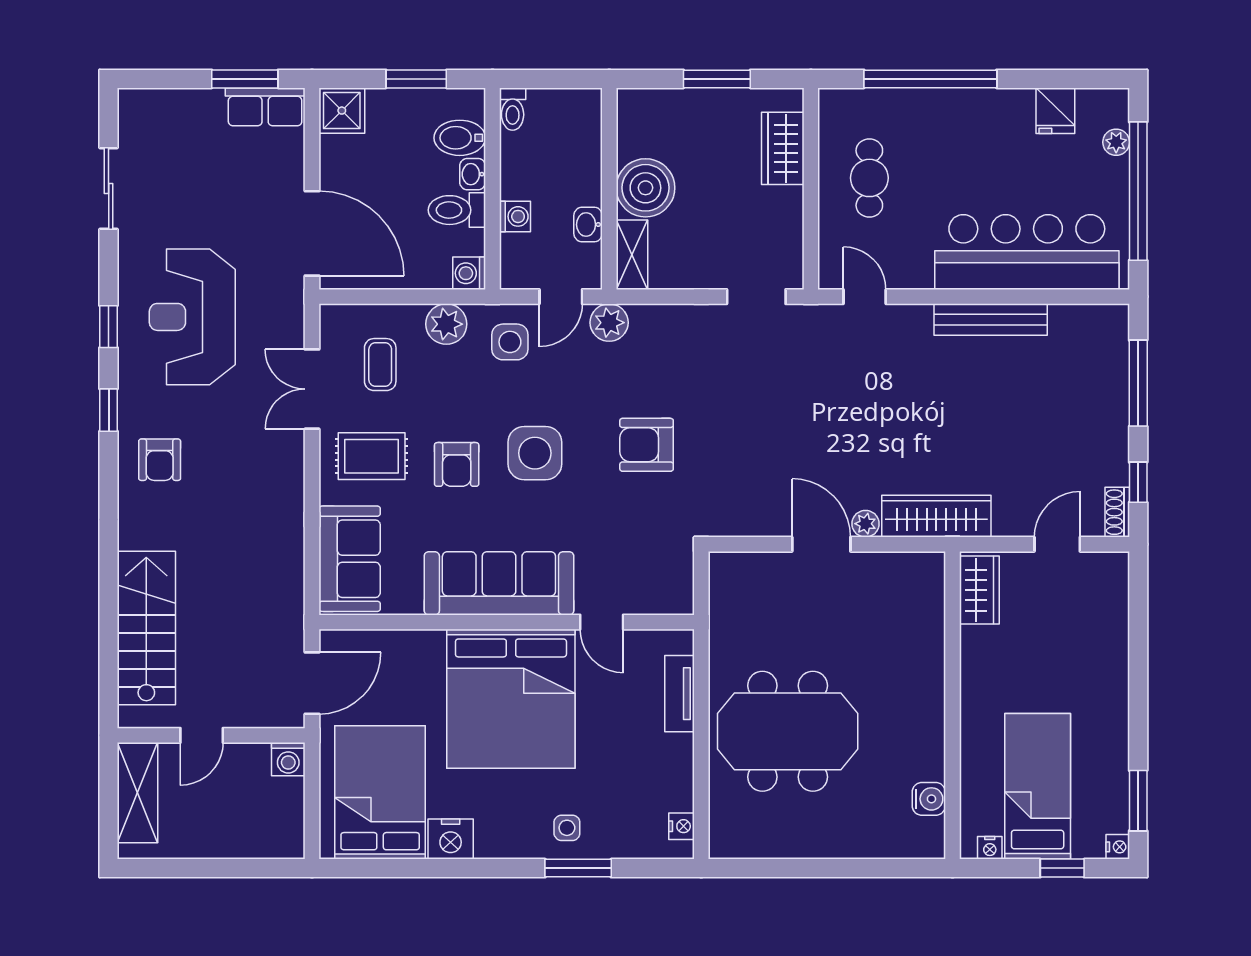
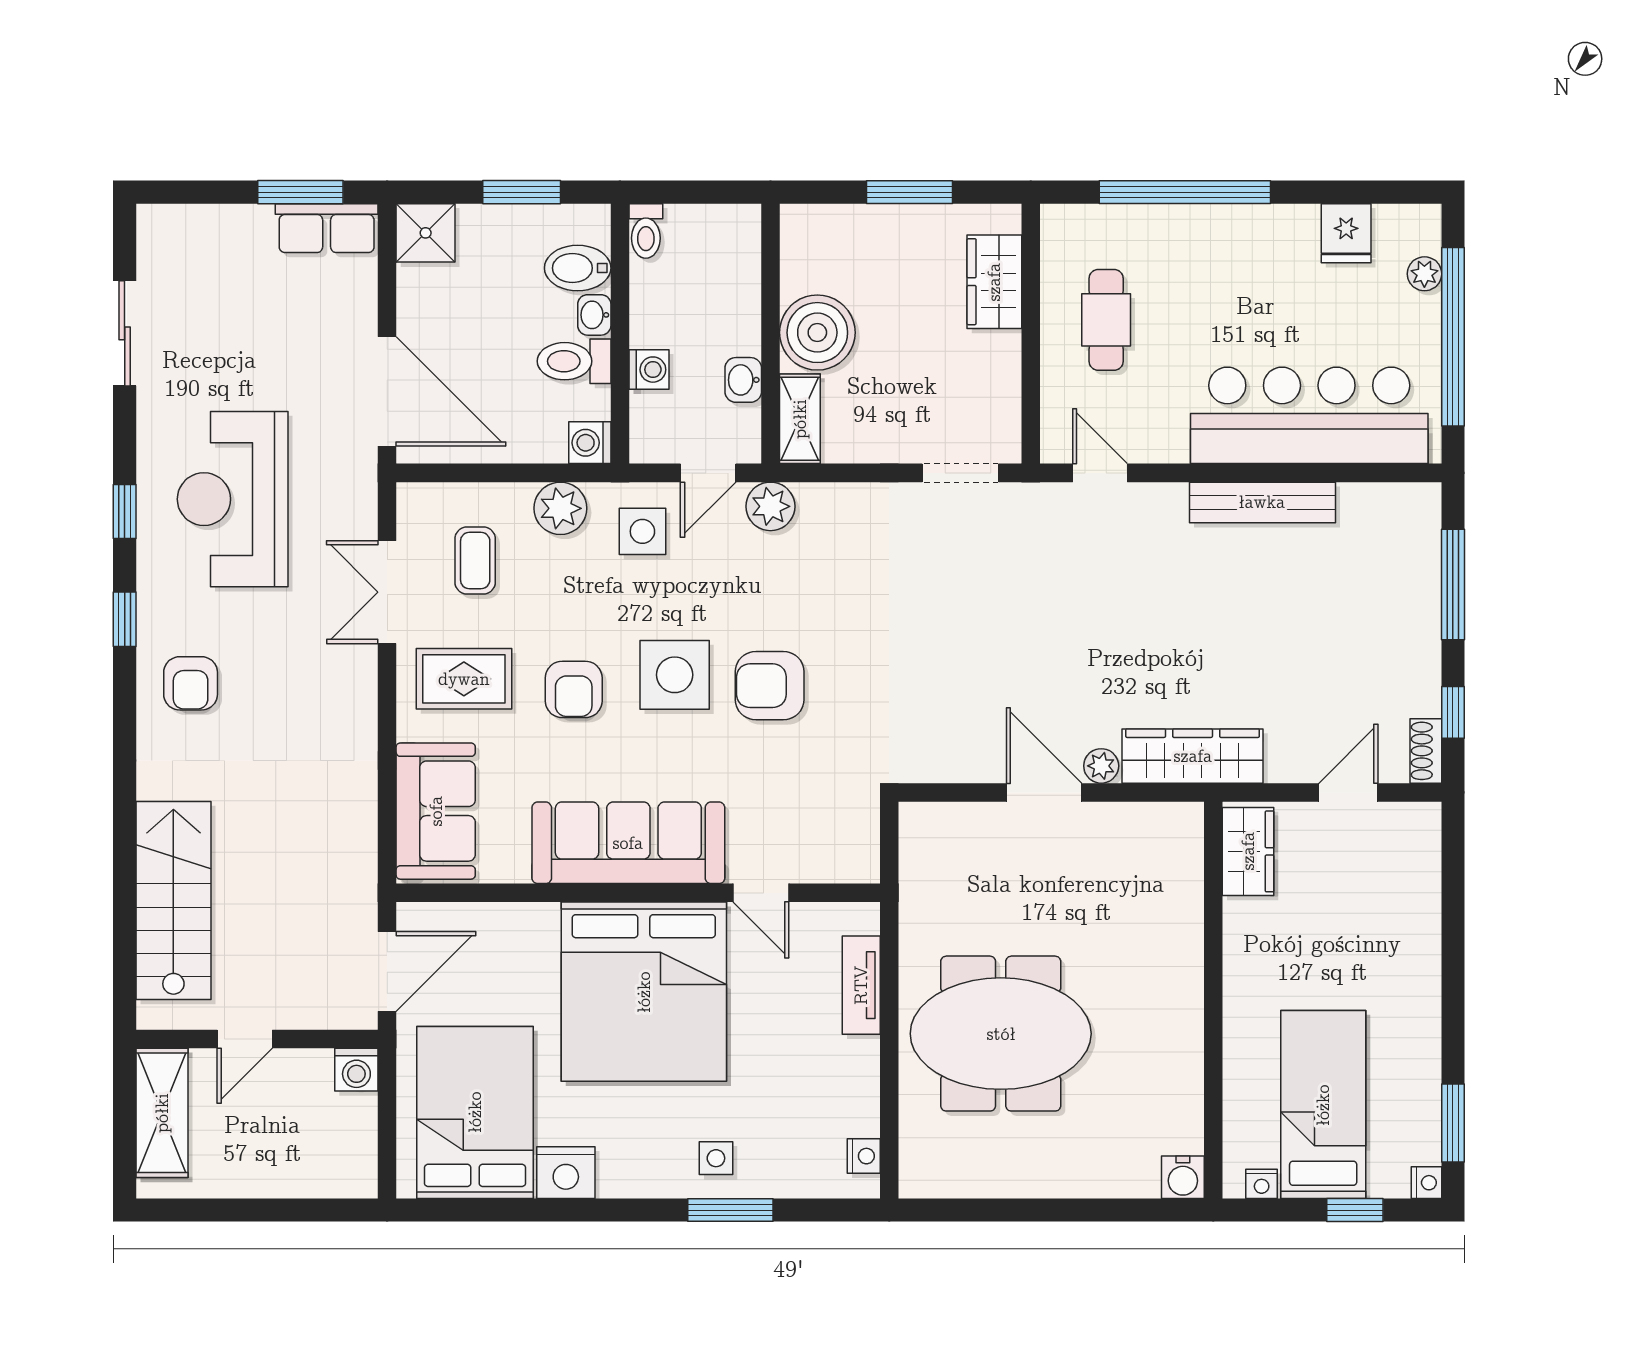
armchair: (647, 445) -> (770, 686), moved
water cooler: (929, 799) -> (1183, 1177), moved, turned 90

